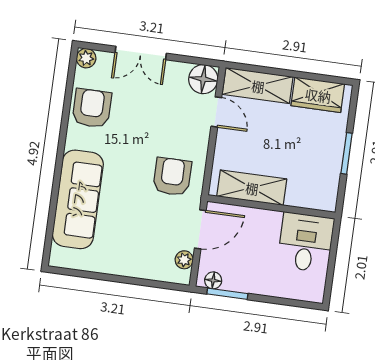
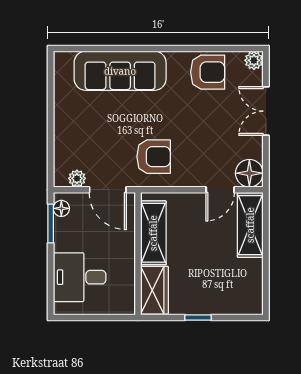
wardrobe: (318, 95) -> (155, 290), moved, turned 180
window: (347, 153) -> (198, 318), width x0.67
desk: (306, 242) -> (80, 277), moved, turned 180

